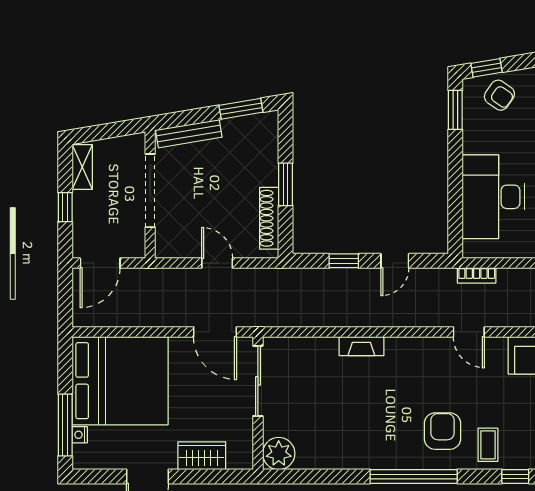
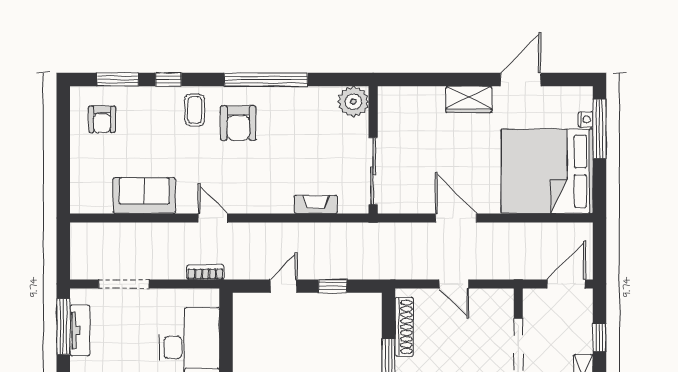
sliding door: (258, 381) -> (373, 171), moved
wall: (258, 403) -> (373, 150), moved
plant: (279, 453) -> (353, 102), moved

